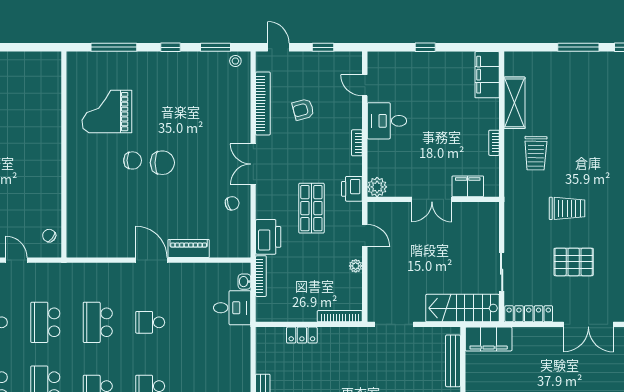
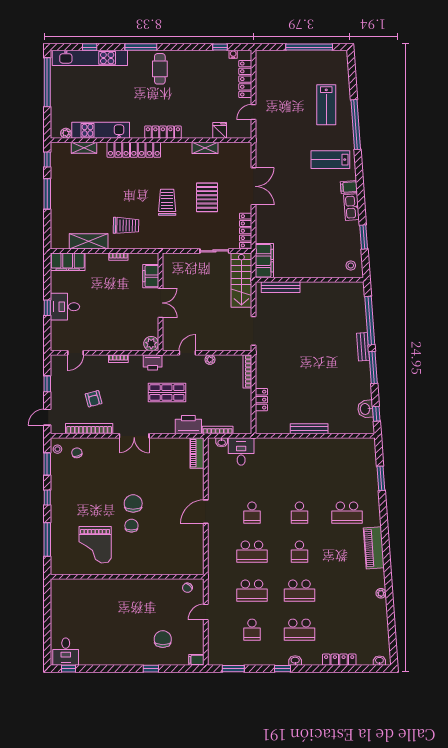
desk: (387, 121) -> (65, 307), moved, turned 90
chair: (232, 203) -> (77, 453), moved
piano: (189, 248) -> (197, 453), moved

